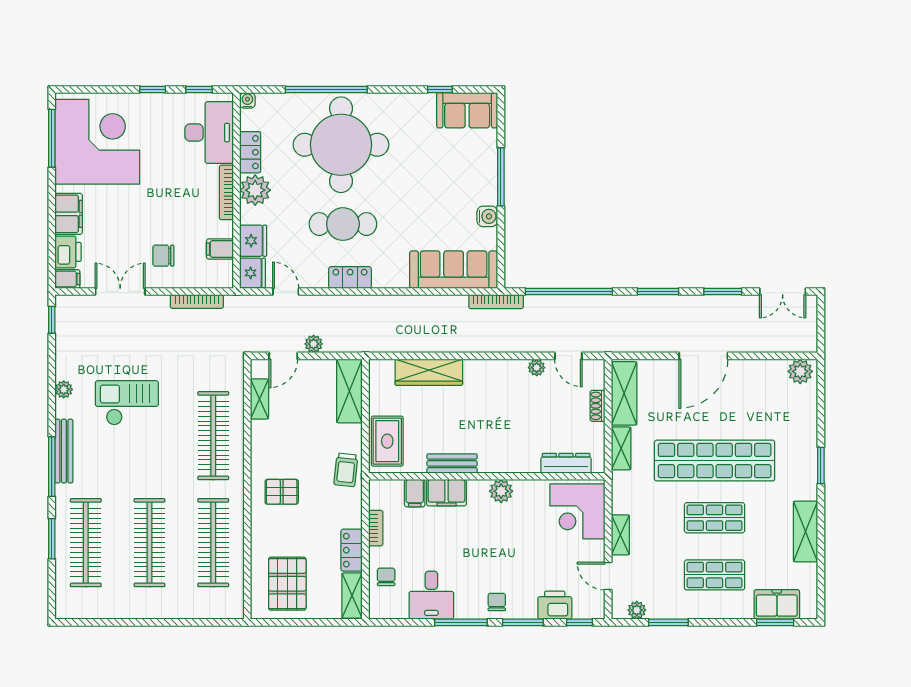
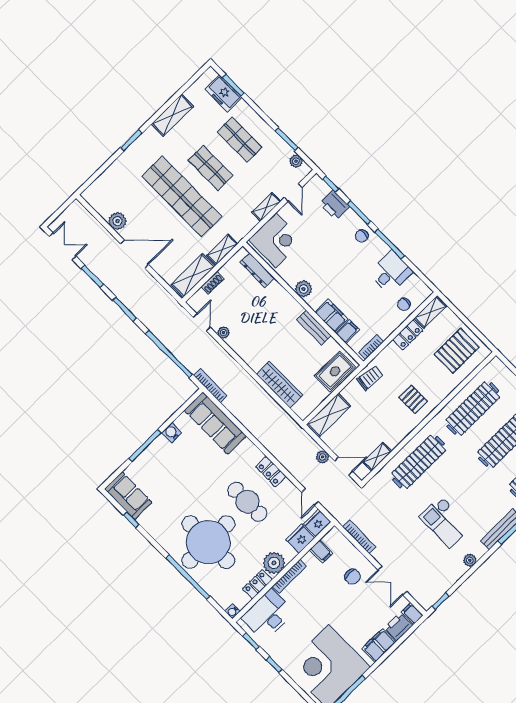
plant: (800, 371) -> (117, 221), moved
bookcase: (376, 528) -> (371, 347), moved

